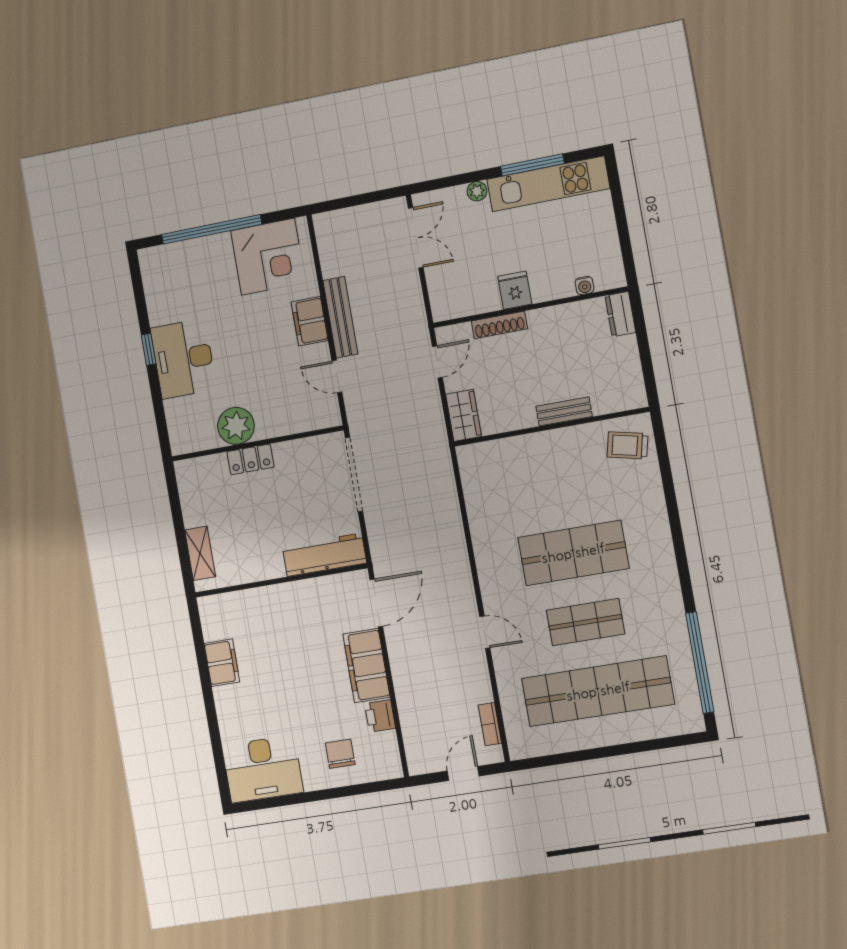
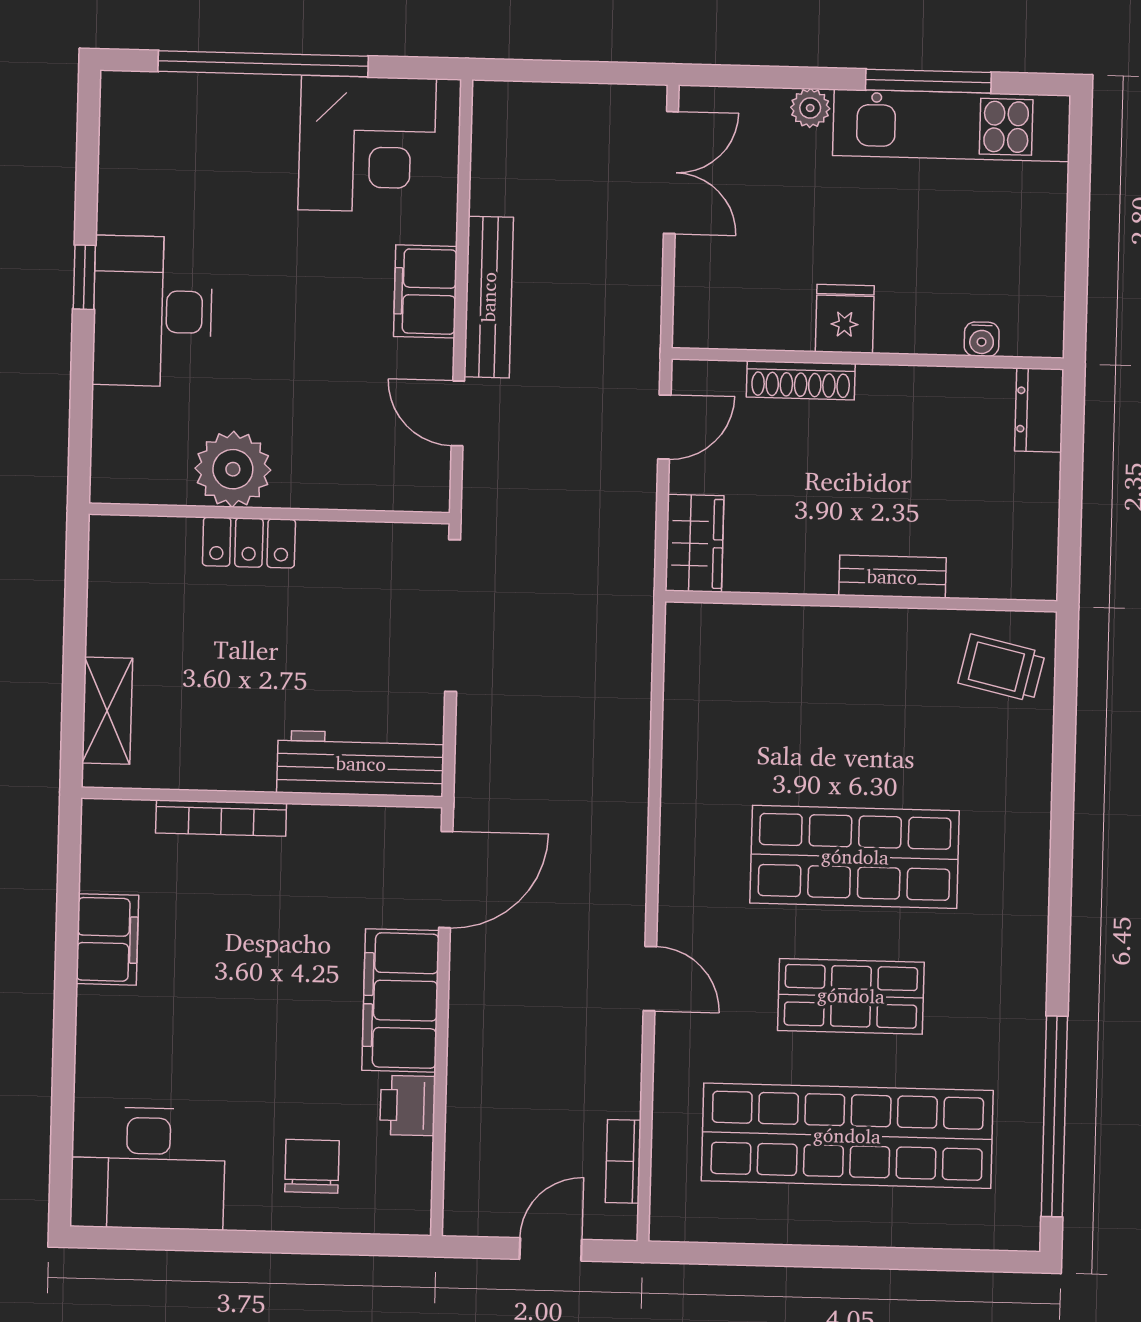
bookcase: (264, 594) -> (221, 818), added

